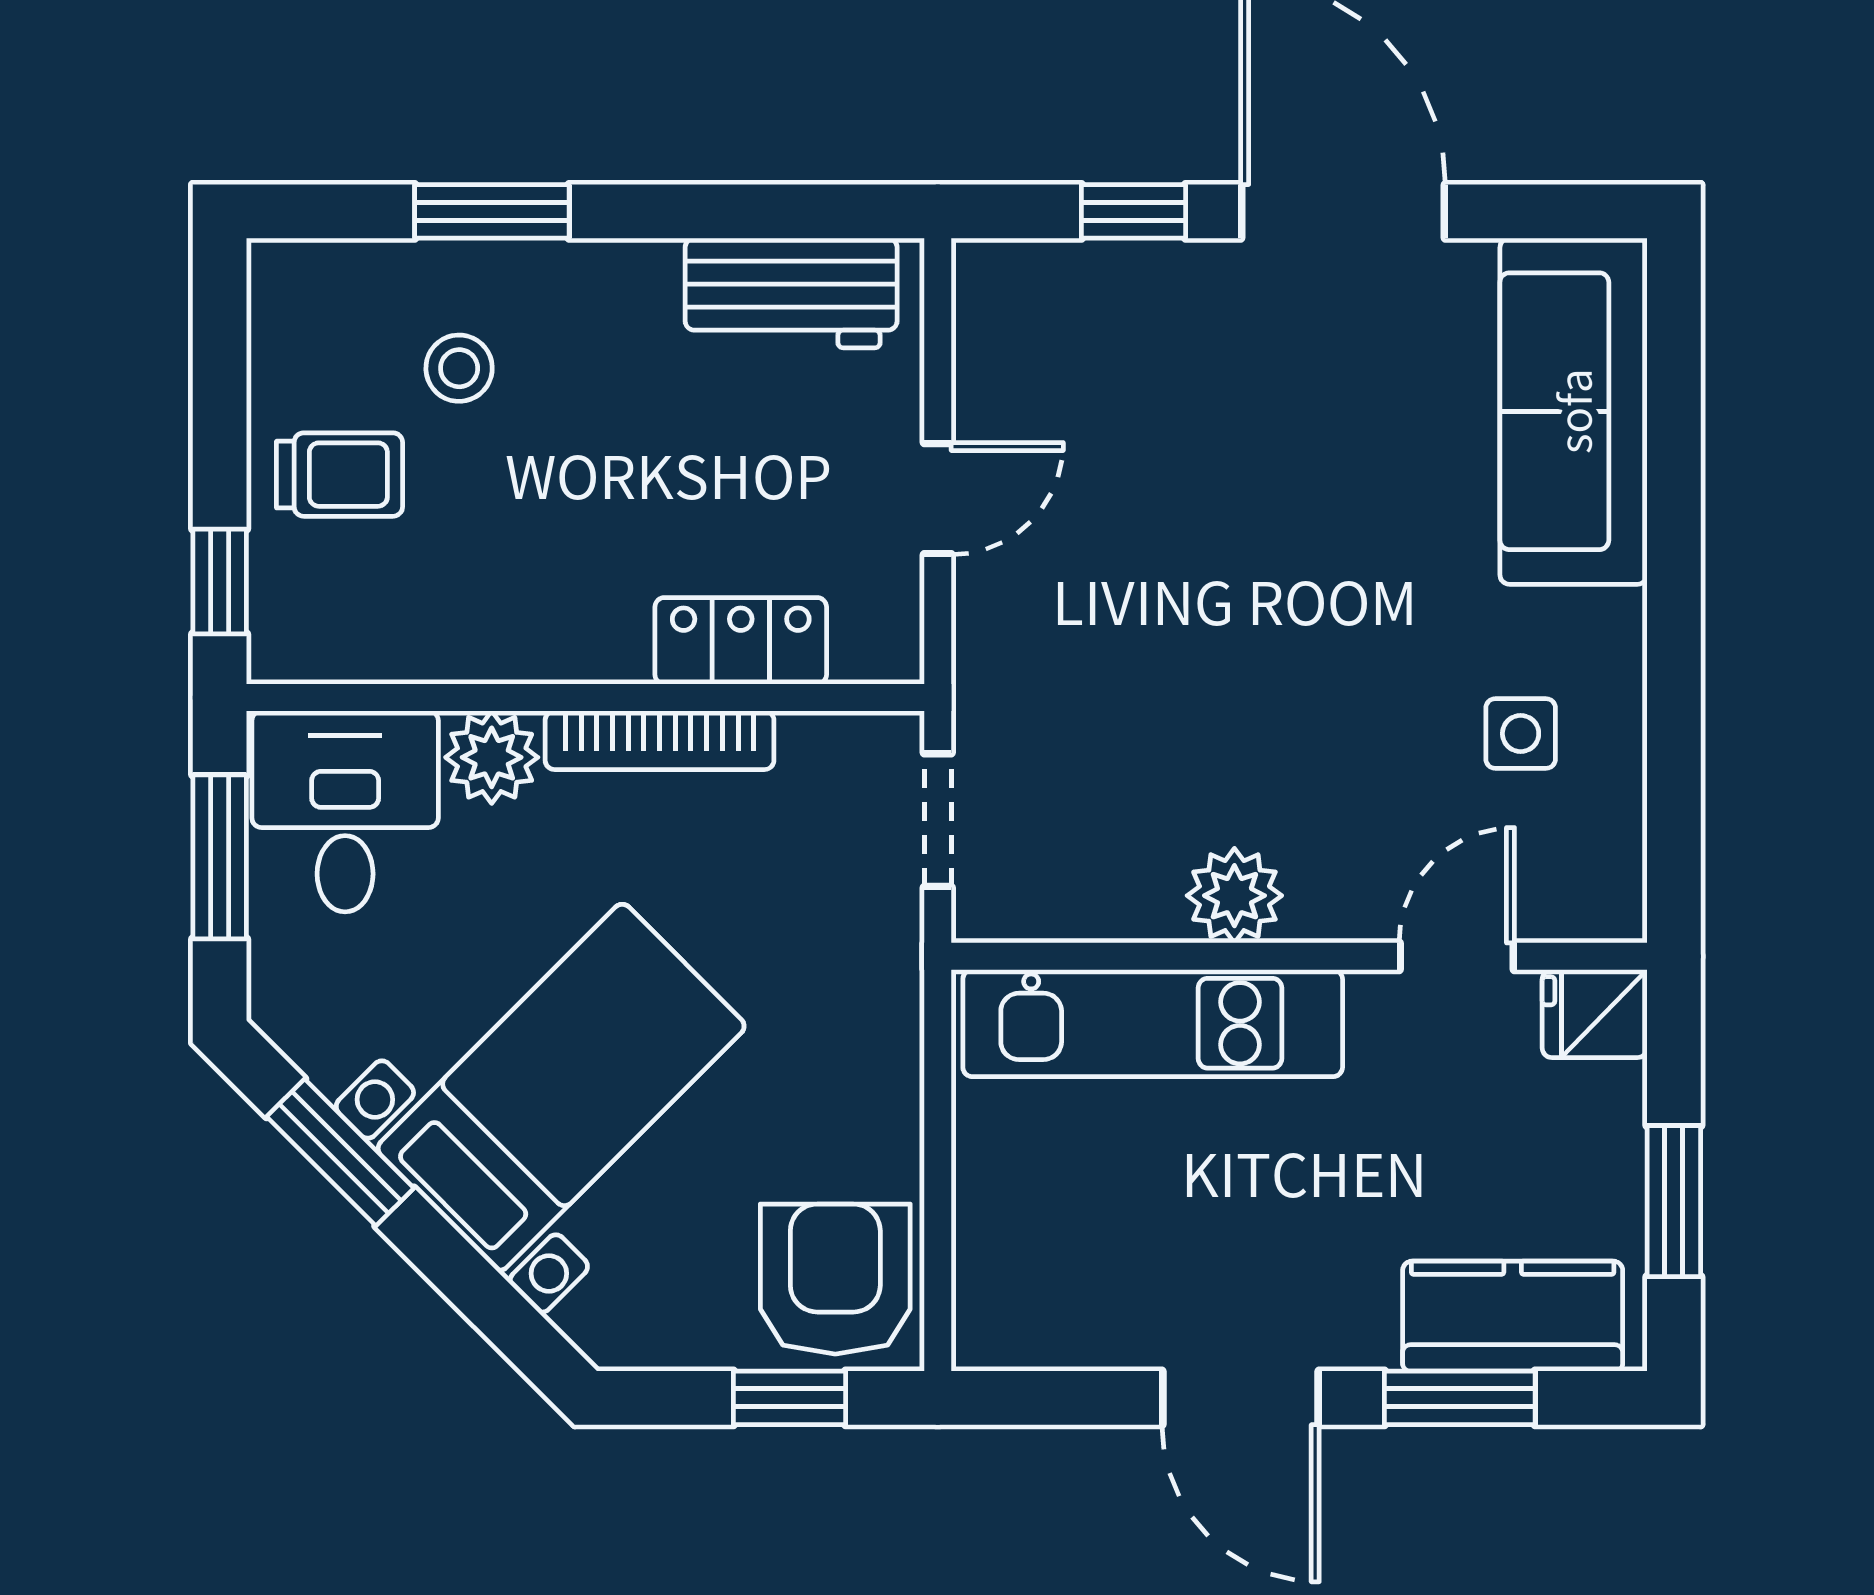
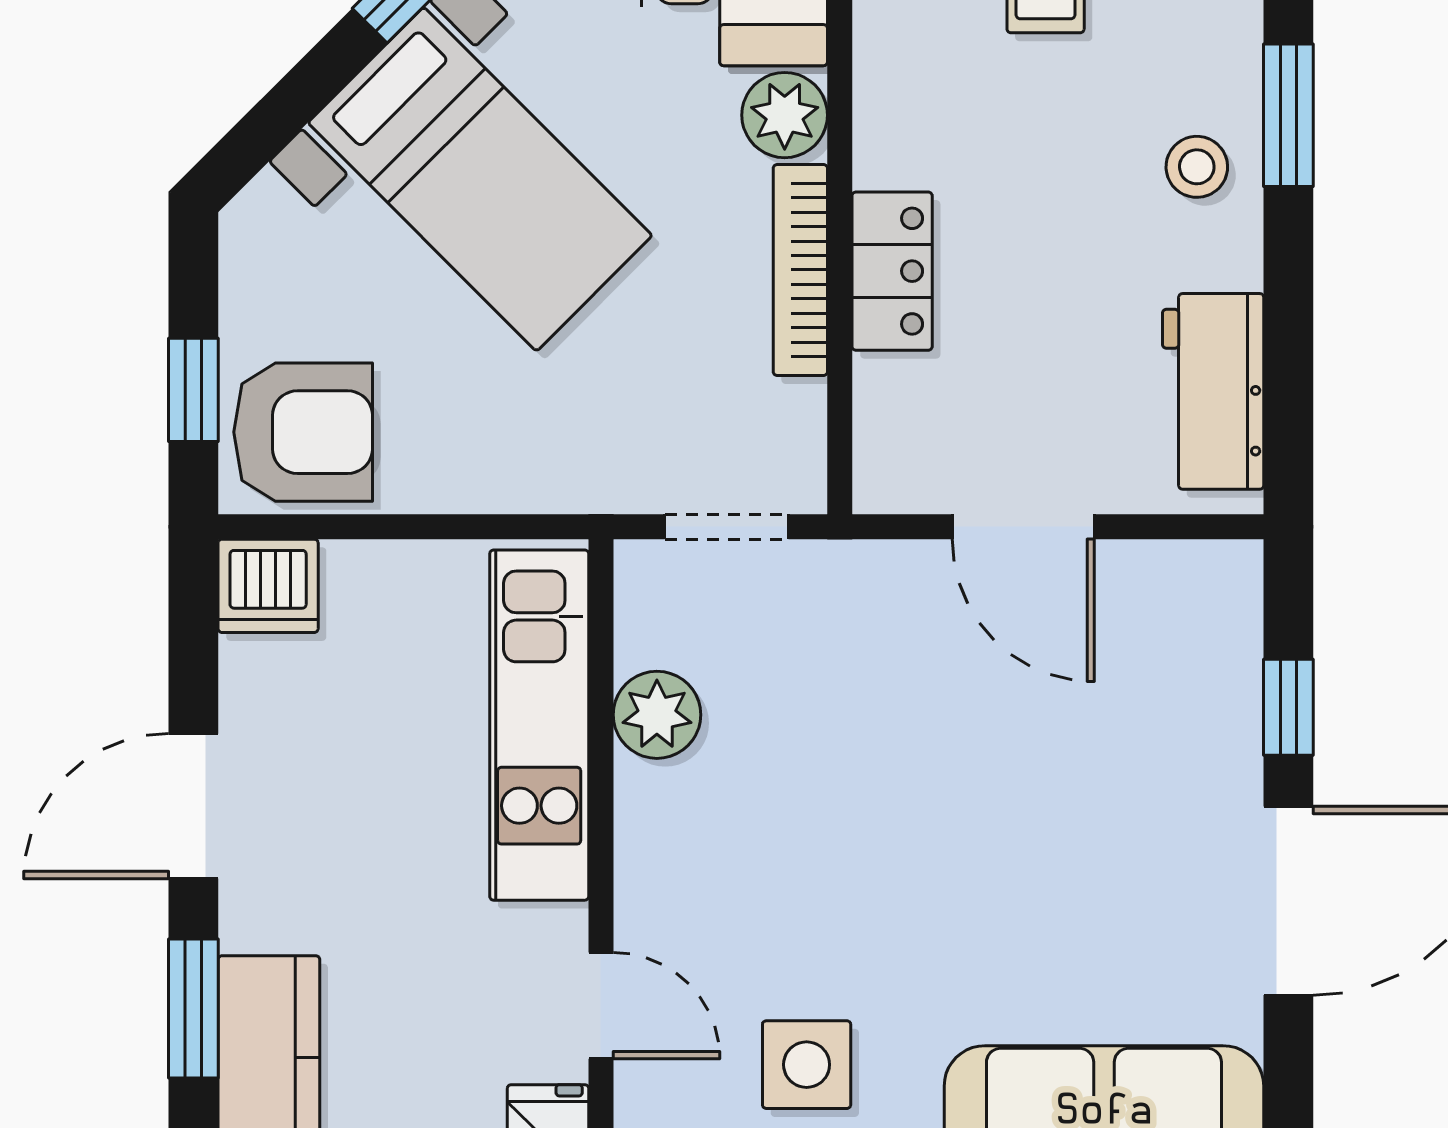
stool: (459, 368) -> (1197, 167), moved
door: (938, 499) -> (1023, 527), width x1.38
locker: (741, 641) -> (892, 271), moved
side table: (1521, 734) -> (807, 1065), width x1.37, depth x1.37
plant: (1234, 896) -> (657, 715), moved
dishwasher: (1002, 1317) -> (268, 586), added

